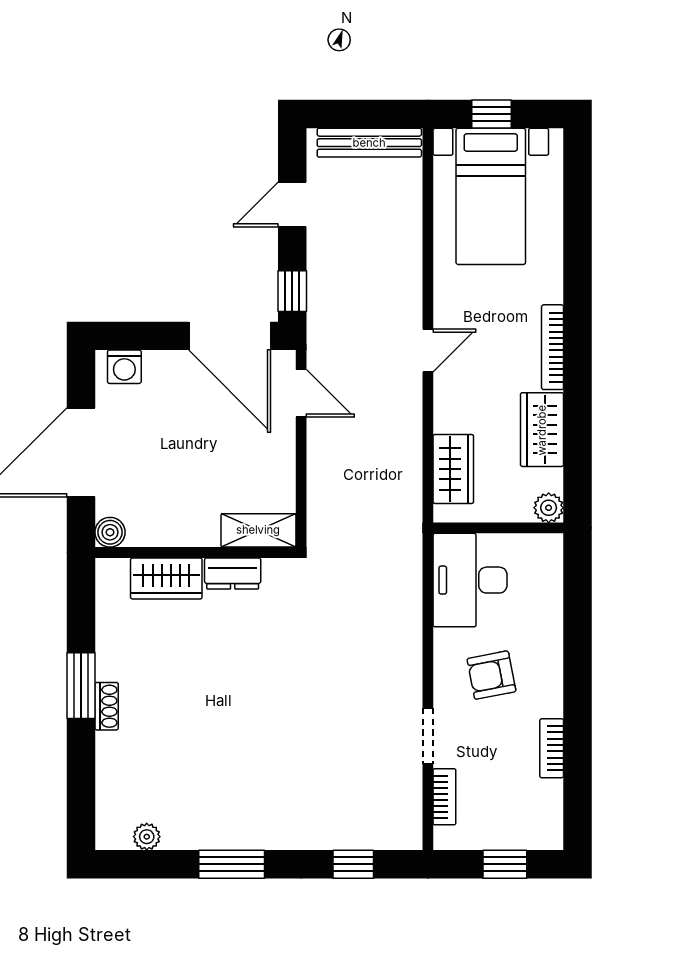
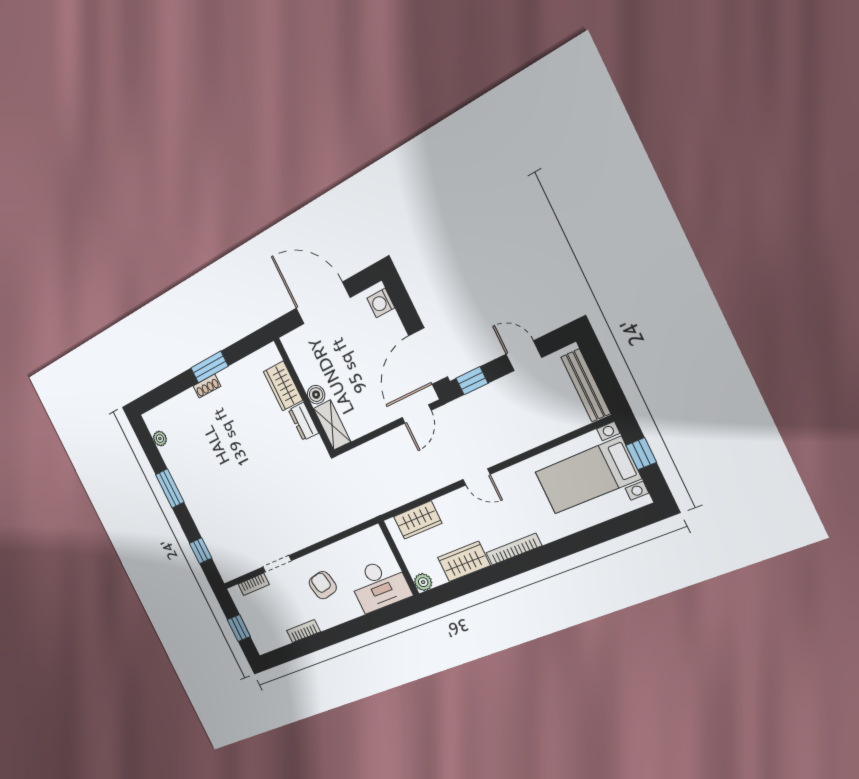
boiler: (110, 532) -> (316, 395), moved
desk: (470, 580) -> (379, 585), moved, turned 180

